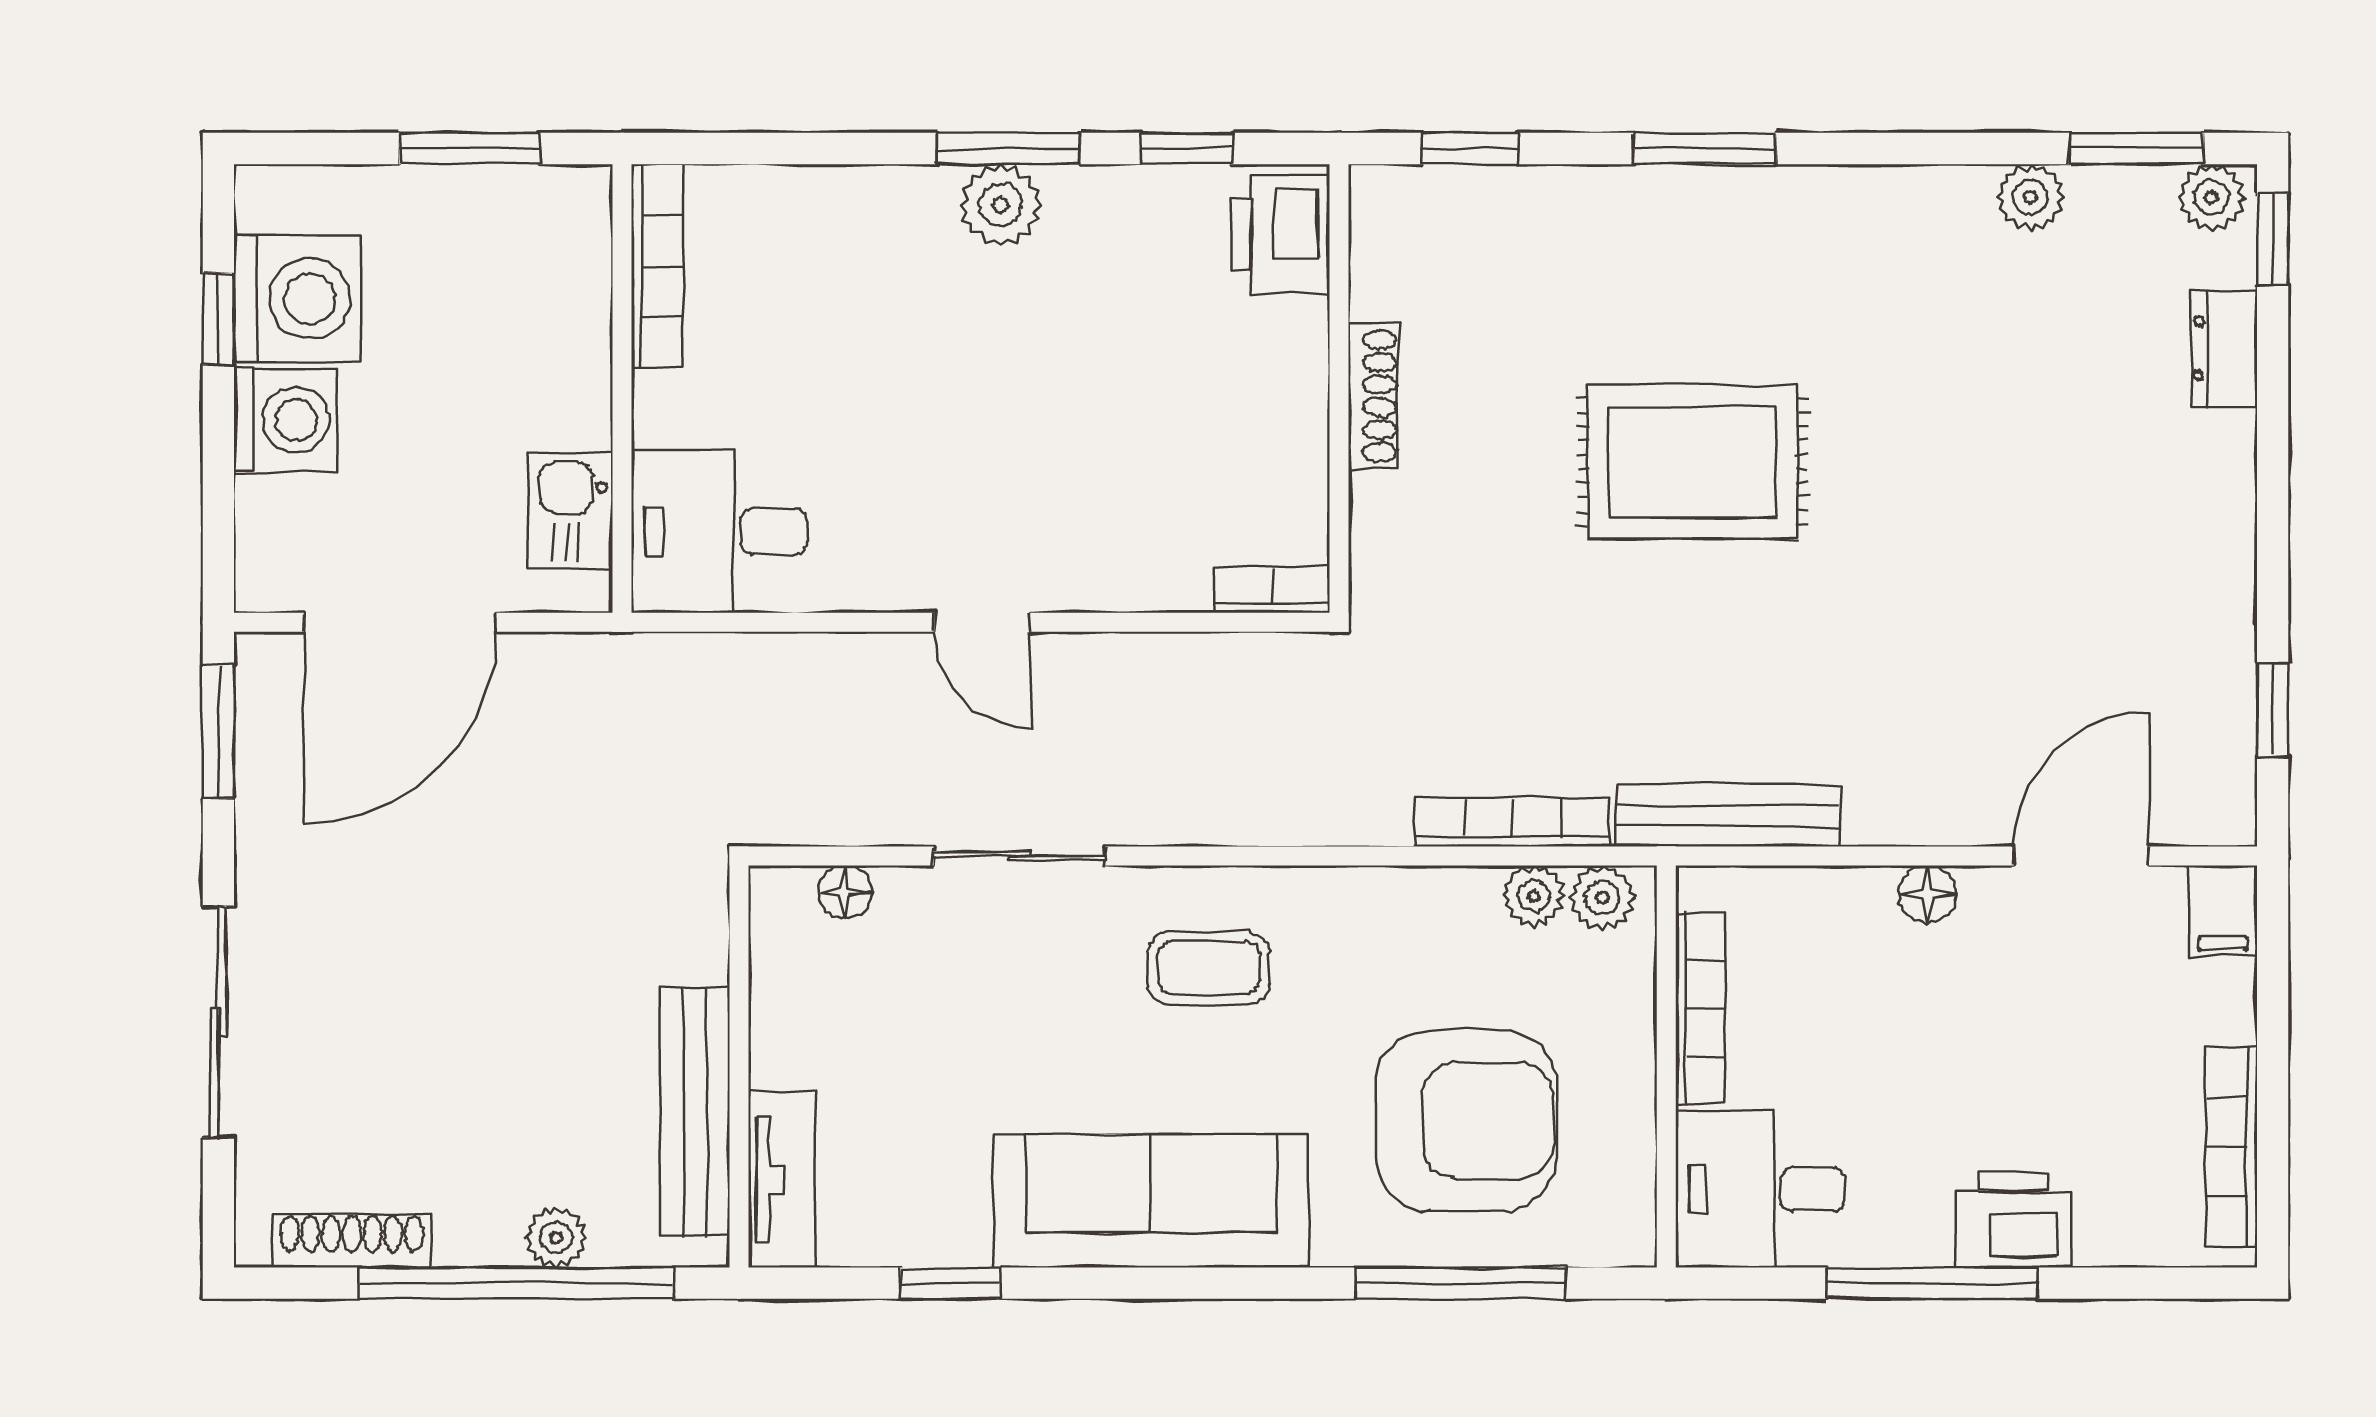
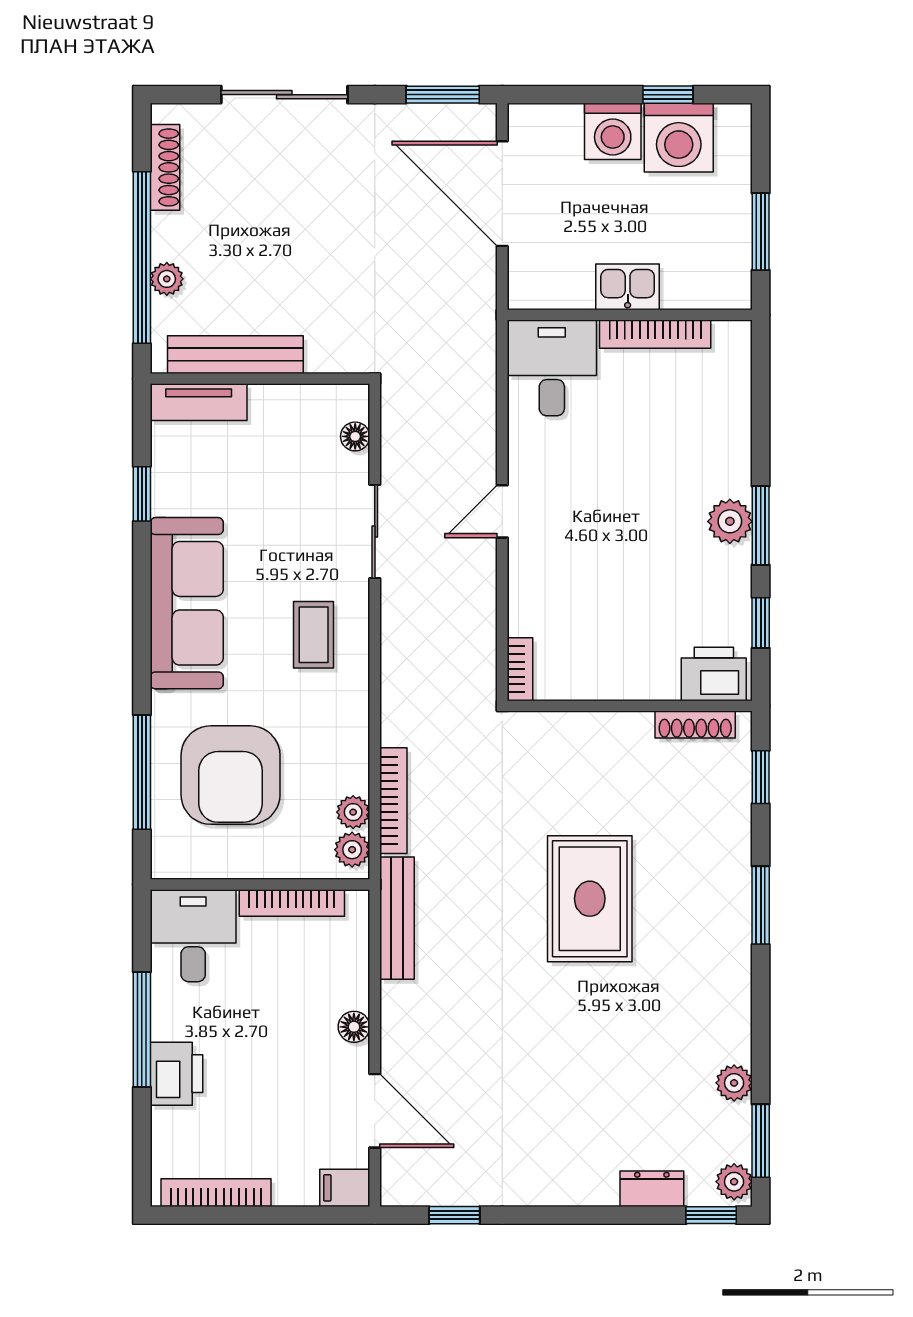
bookcase: (657, 266) -> (655, 334), moved
shoe rack: (1373, 396) -> (695, 725), moved
kitchen sink: (571, 511) -> (628, 287), moved

